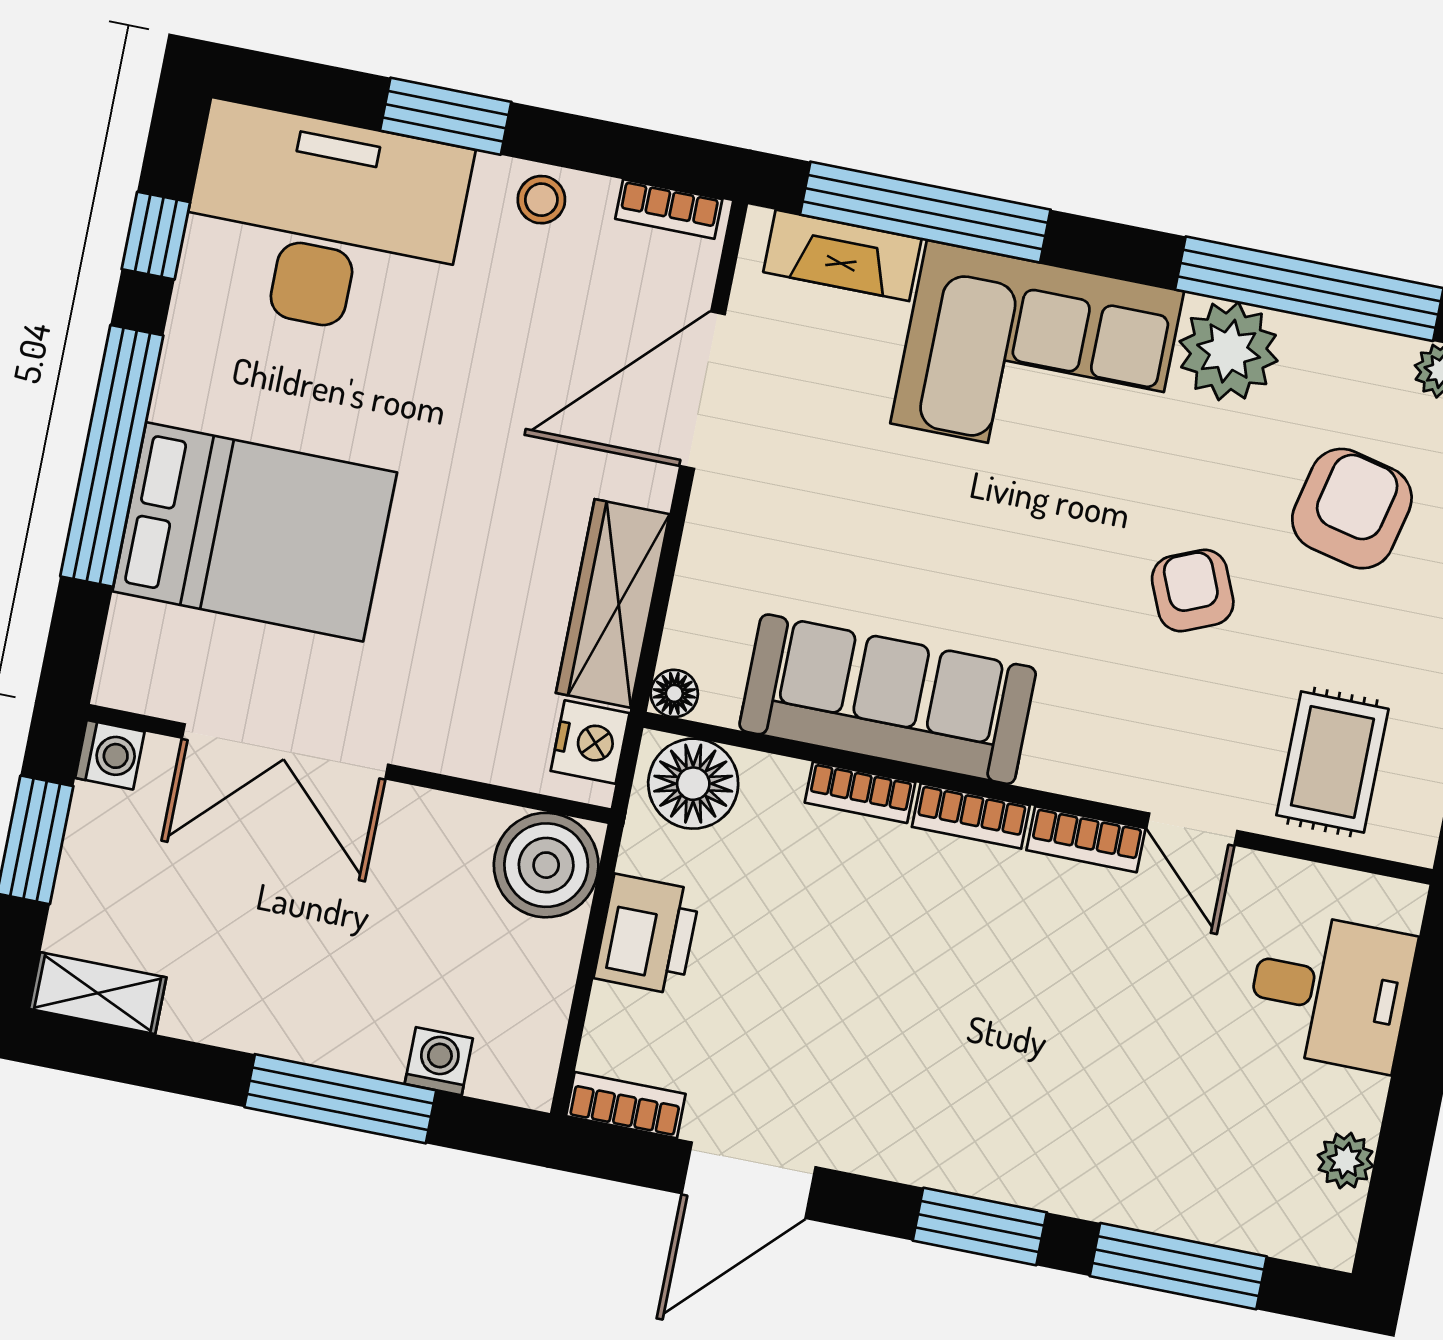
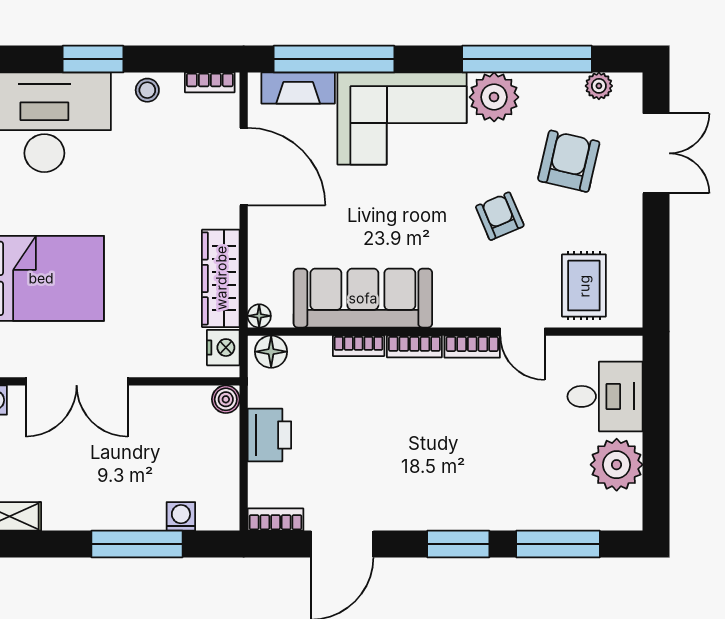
door: (703, 390) -> (244, 167), swing flipped
floor lamp: (693, 784) -> (271, 352), width x0.73, depth x0.73
boiler: (546, 865) -> (226, 399), width x0.54, depth x0.54
plant: (1346, 1161) -> (617, 465), width x1.87, depth x1.87

